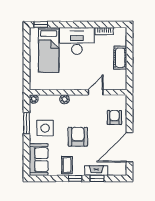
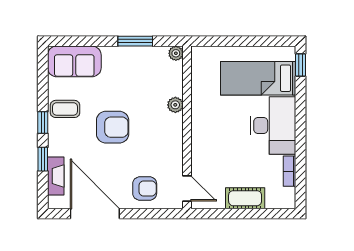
door: (96, 92) -> (187, 189), moved
side table: (45, 128) -> (127, 72), removed
fireplace: (96, 171) -> (56, 176), moved

